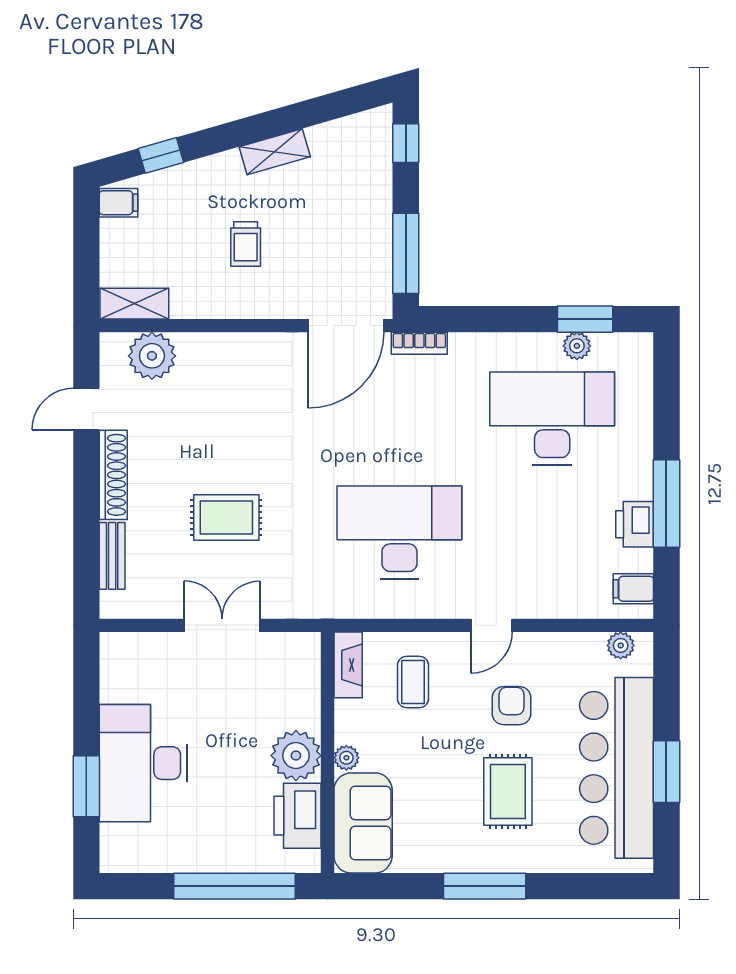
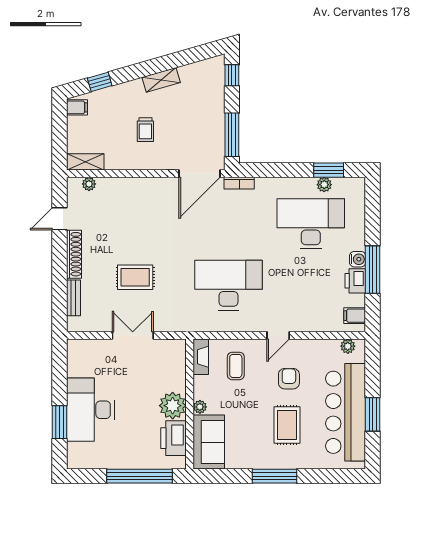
plant: (152, 356) -> (89, 184), width x0.53, depth x0.53
water cooler: (639, 484) -> (358, 259), added

